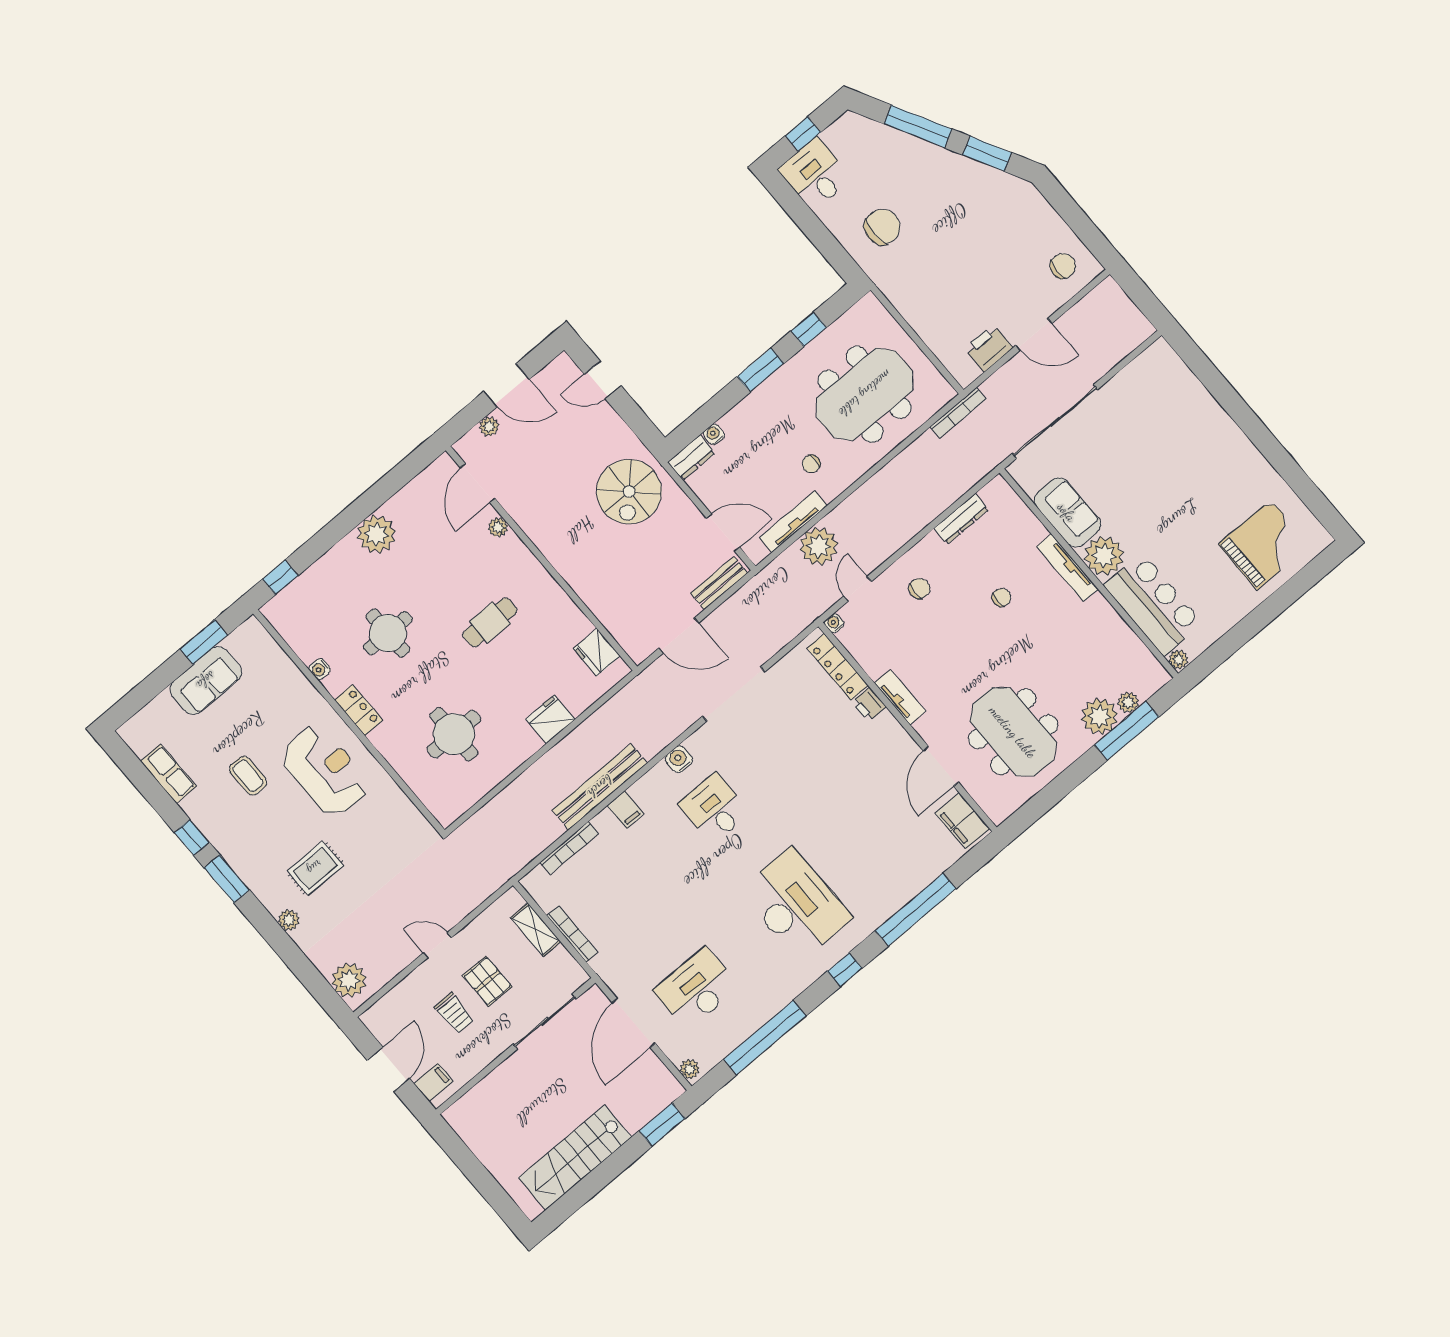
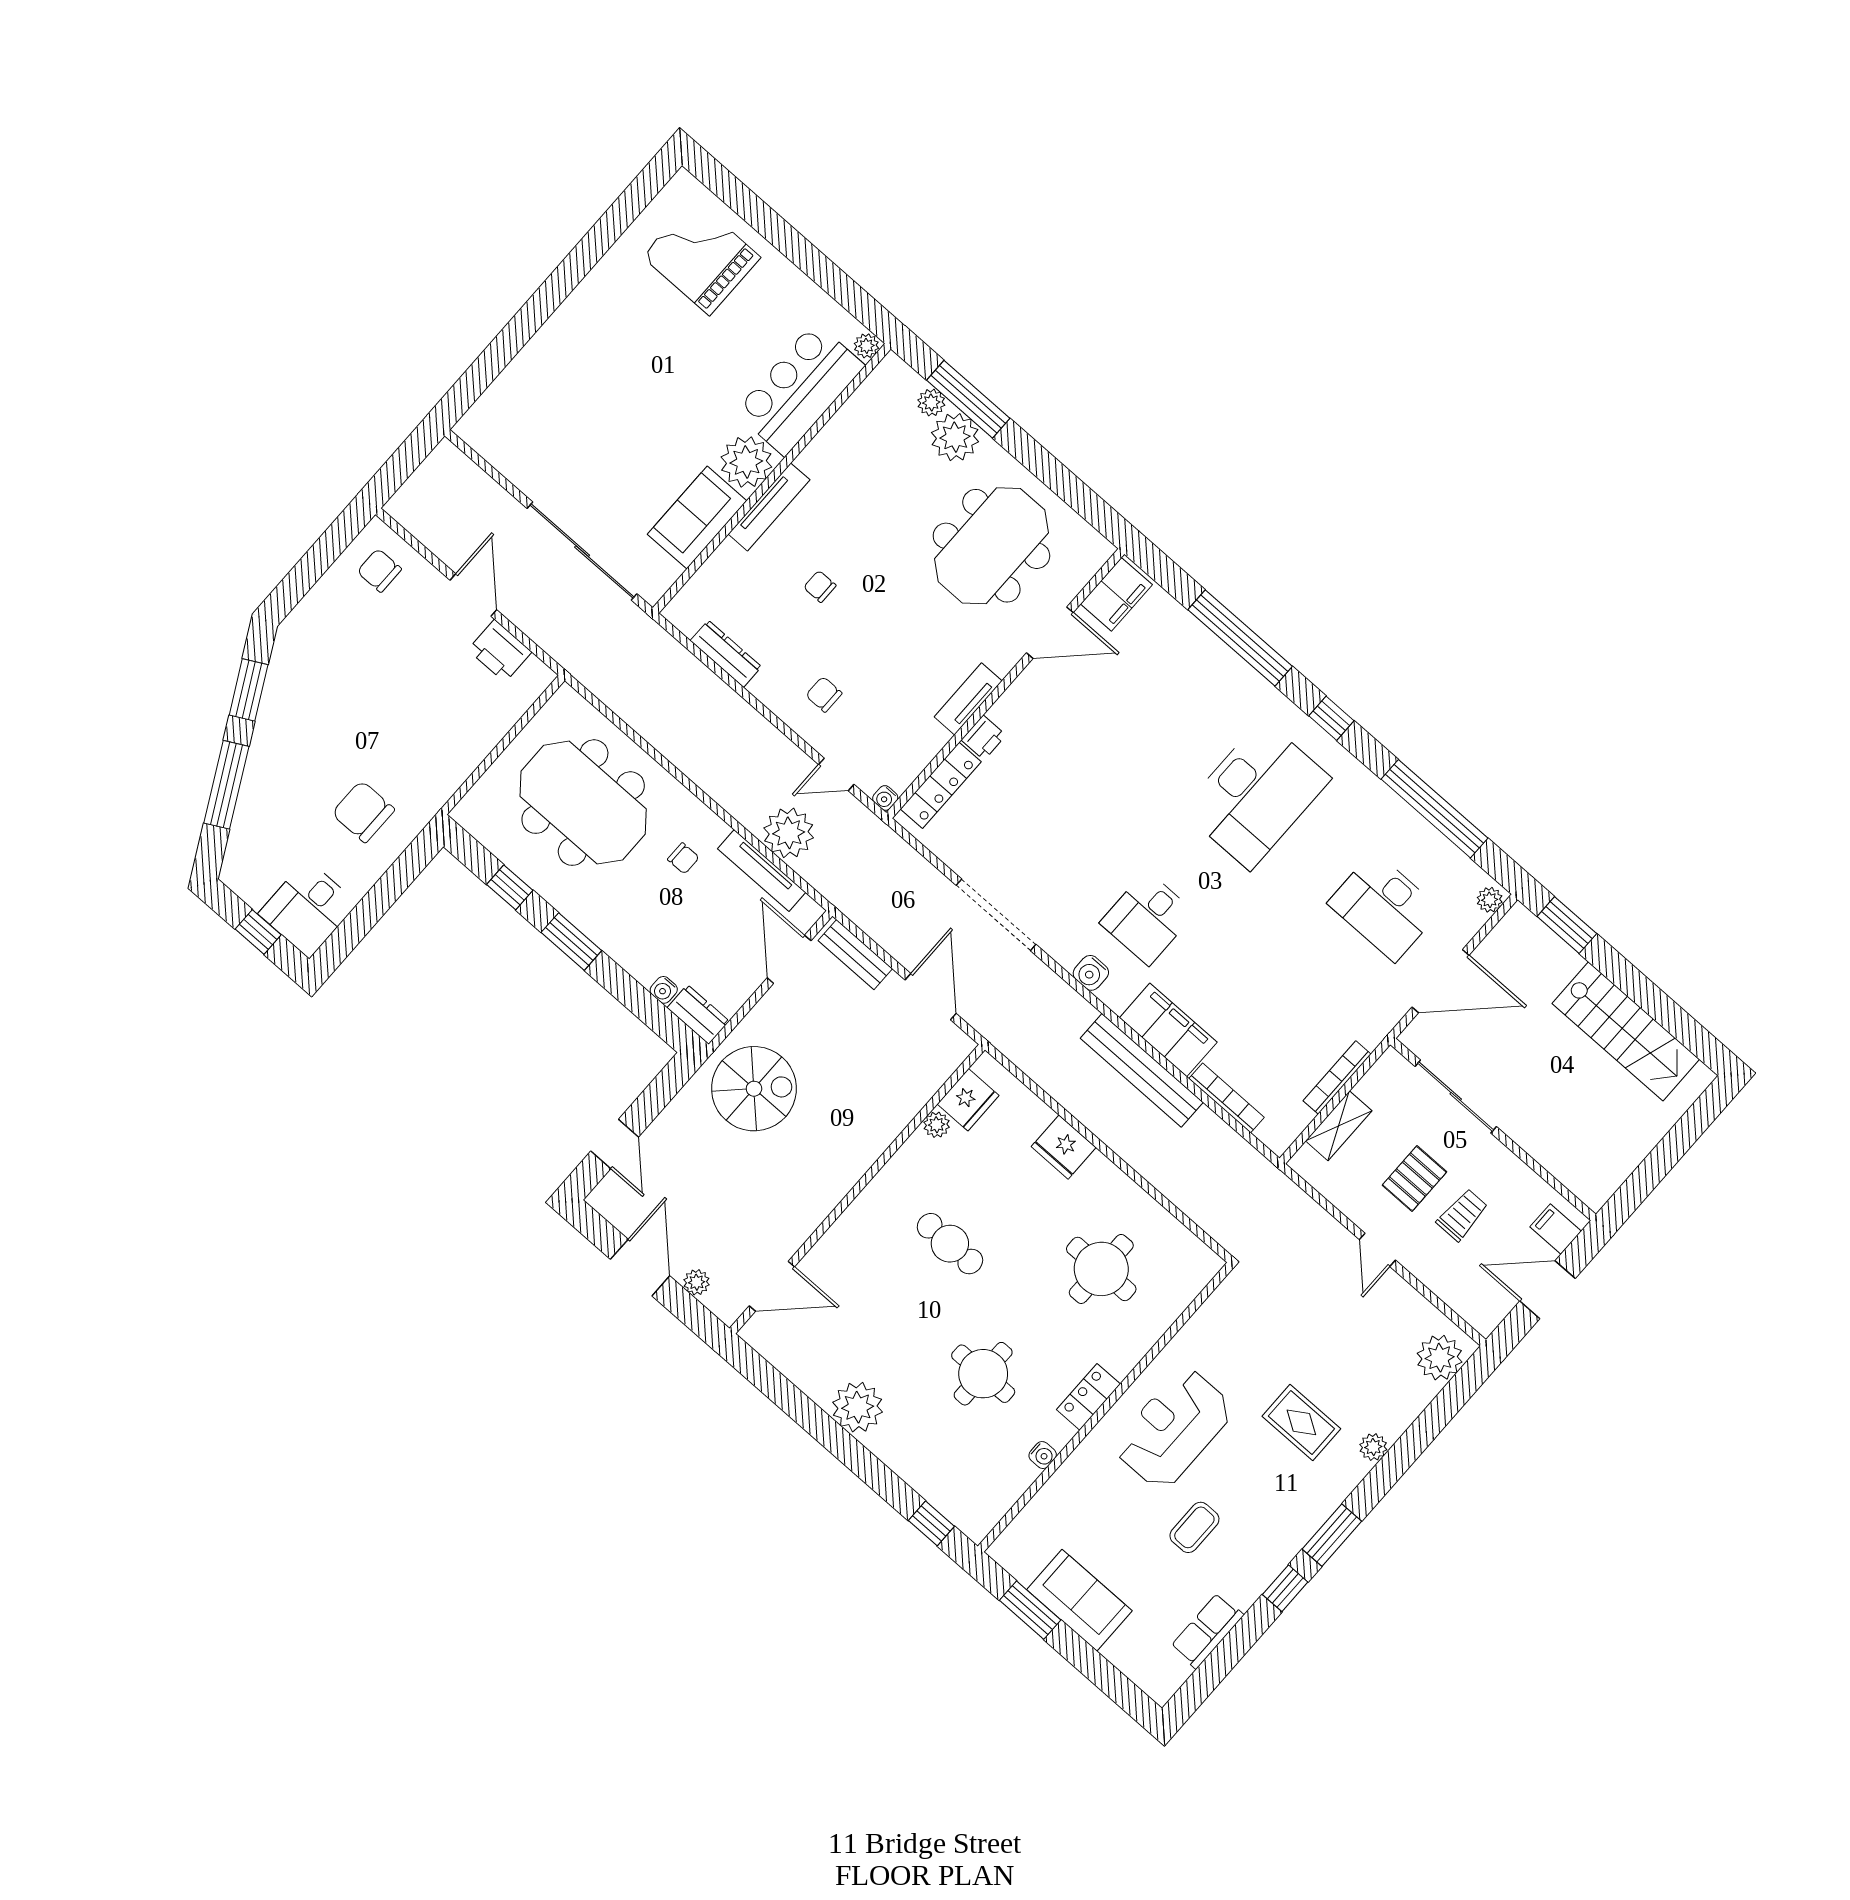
bookcase: (958, 413) -> (589, 678), removed
plant: (498, 527) -> (937, 1125), moved
filing cabinet: (626, 810) -> (1168, 1030), width x3.00, depth x1.17
desk: (796, 904) -> (1256, 794), turned 180

